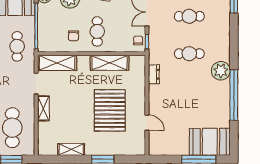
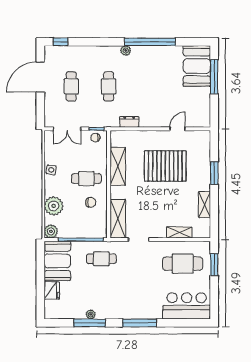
plant: (221, 71) -> (126, 51), width x0.53, depth x0.53
shelving: (43, 108) -> (179, 232), moved

